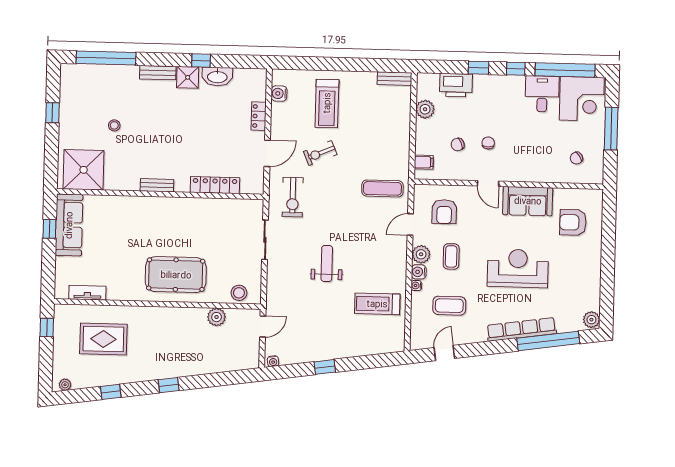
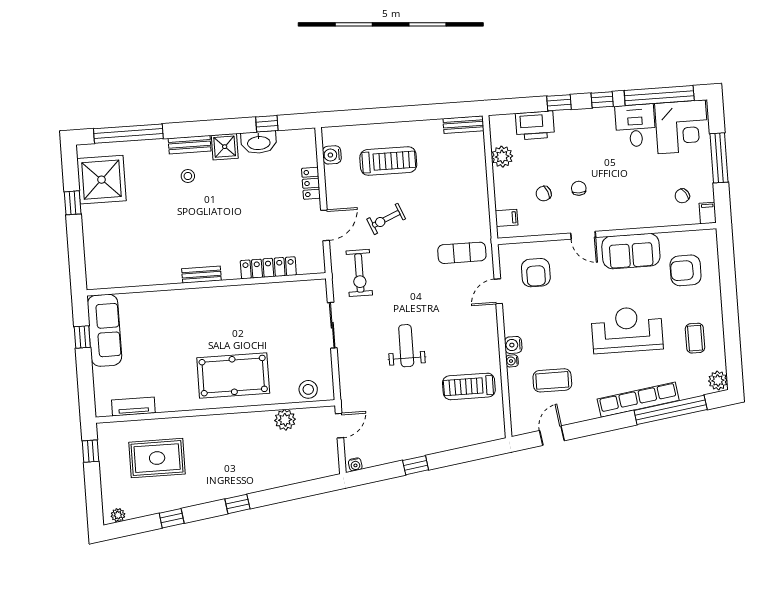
window: (201, 61) -> (267, 124), moved
treadmill: (327, 103) -> (388, 161), turned -90
stool: (114, 125) -> (188, 176), moved
shower: (84, 170) -> (102, 180), moved
filing cabinet: (597, 175) -> (708, 213), added
plant: (421, 254) -> (514, 324), removed
coffee table: (451, 256) -> (695, 338), moved

